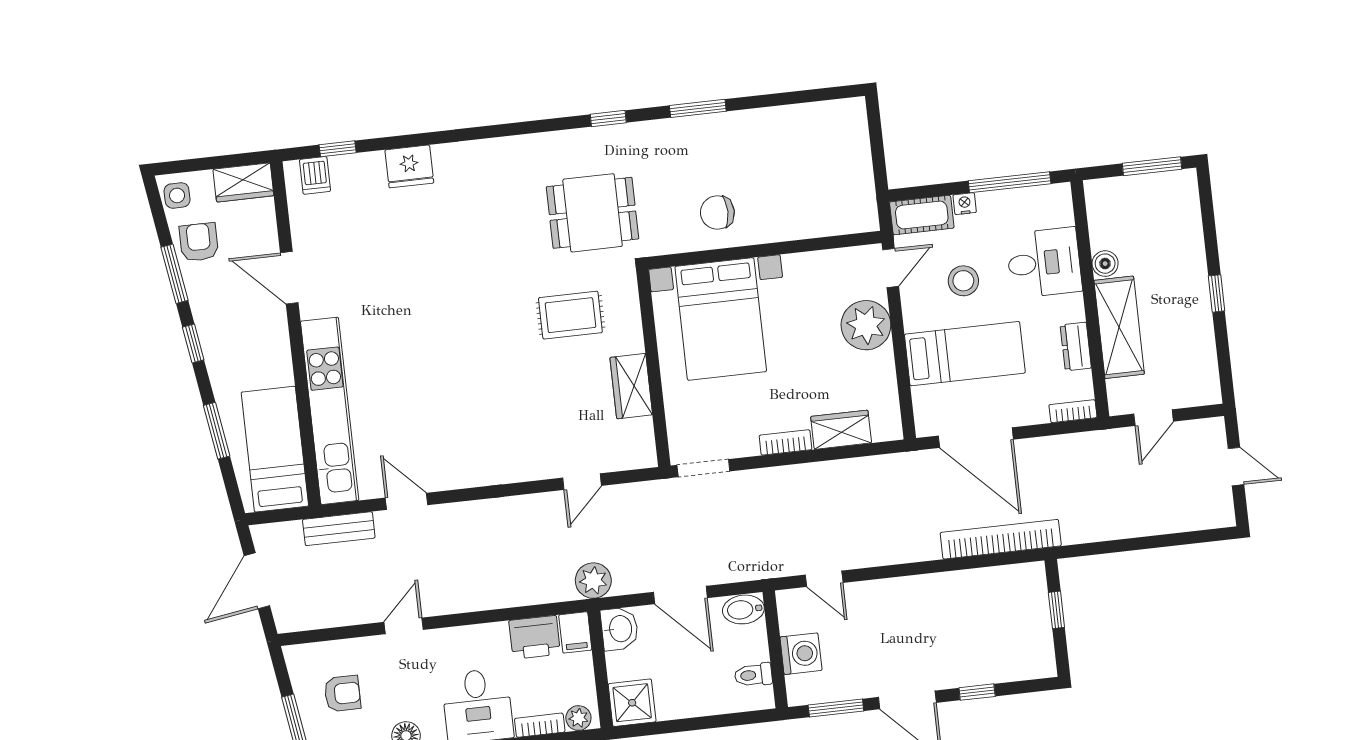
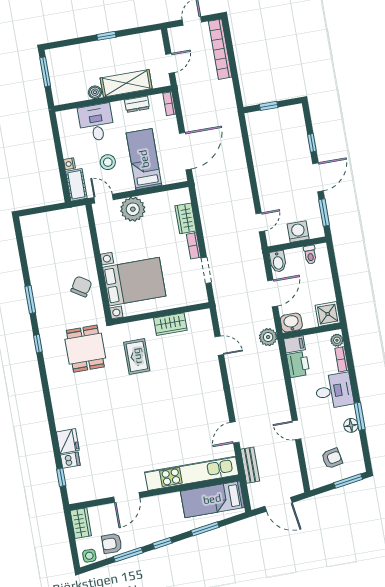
dishwasher: (315, 175) -> (70, 460), moved
window: (1010, 182) -> (57, 142), removed
chair: (717, 212) -> (81, 287), turned -148
door: (1154, 418) -> (170, 63), hinge flipped
doorway: (703, 468) -> (206, 270), moved
bookcase: (1001, 539) -> (220, 49), moved
armchair: (342, 694) -> (332, 458), turned 79

